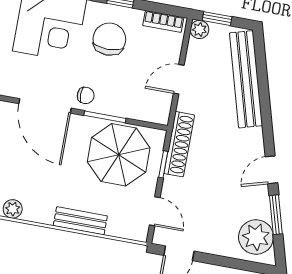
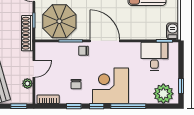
plant: (199, 29) -> (27, 83), moved
chair: (109, 39) -> (76, 84), width x0.54, depth x0.54

